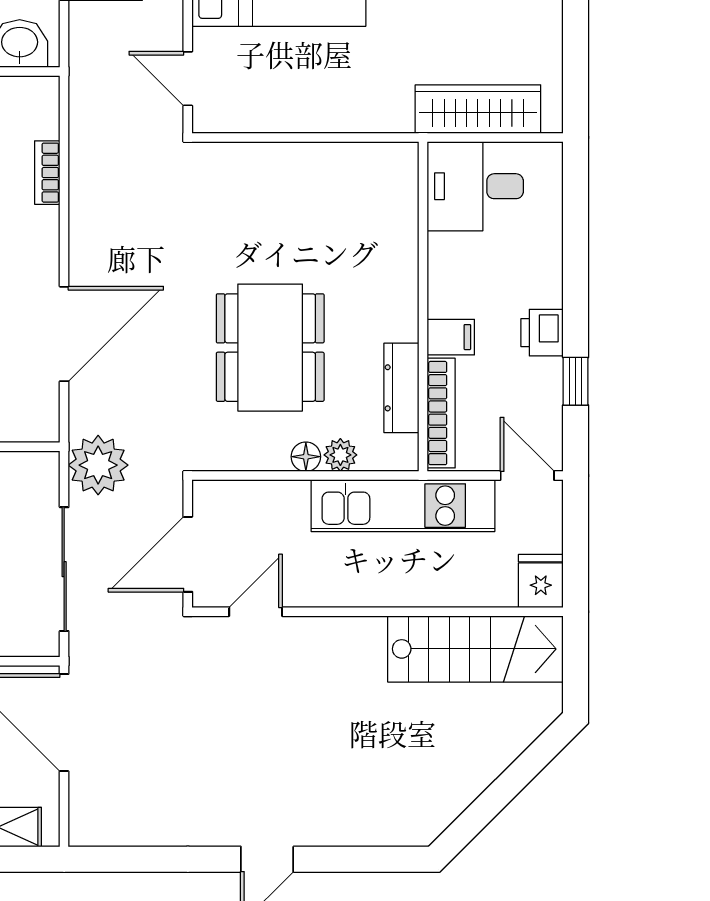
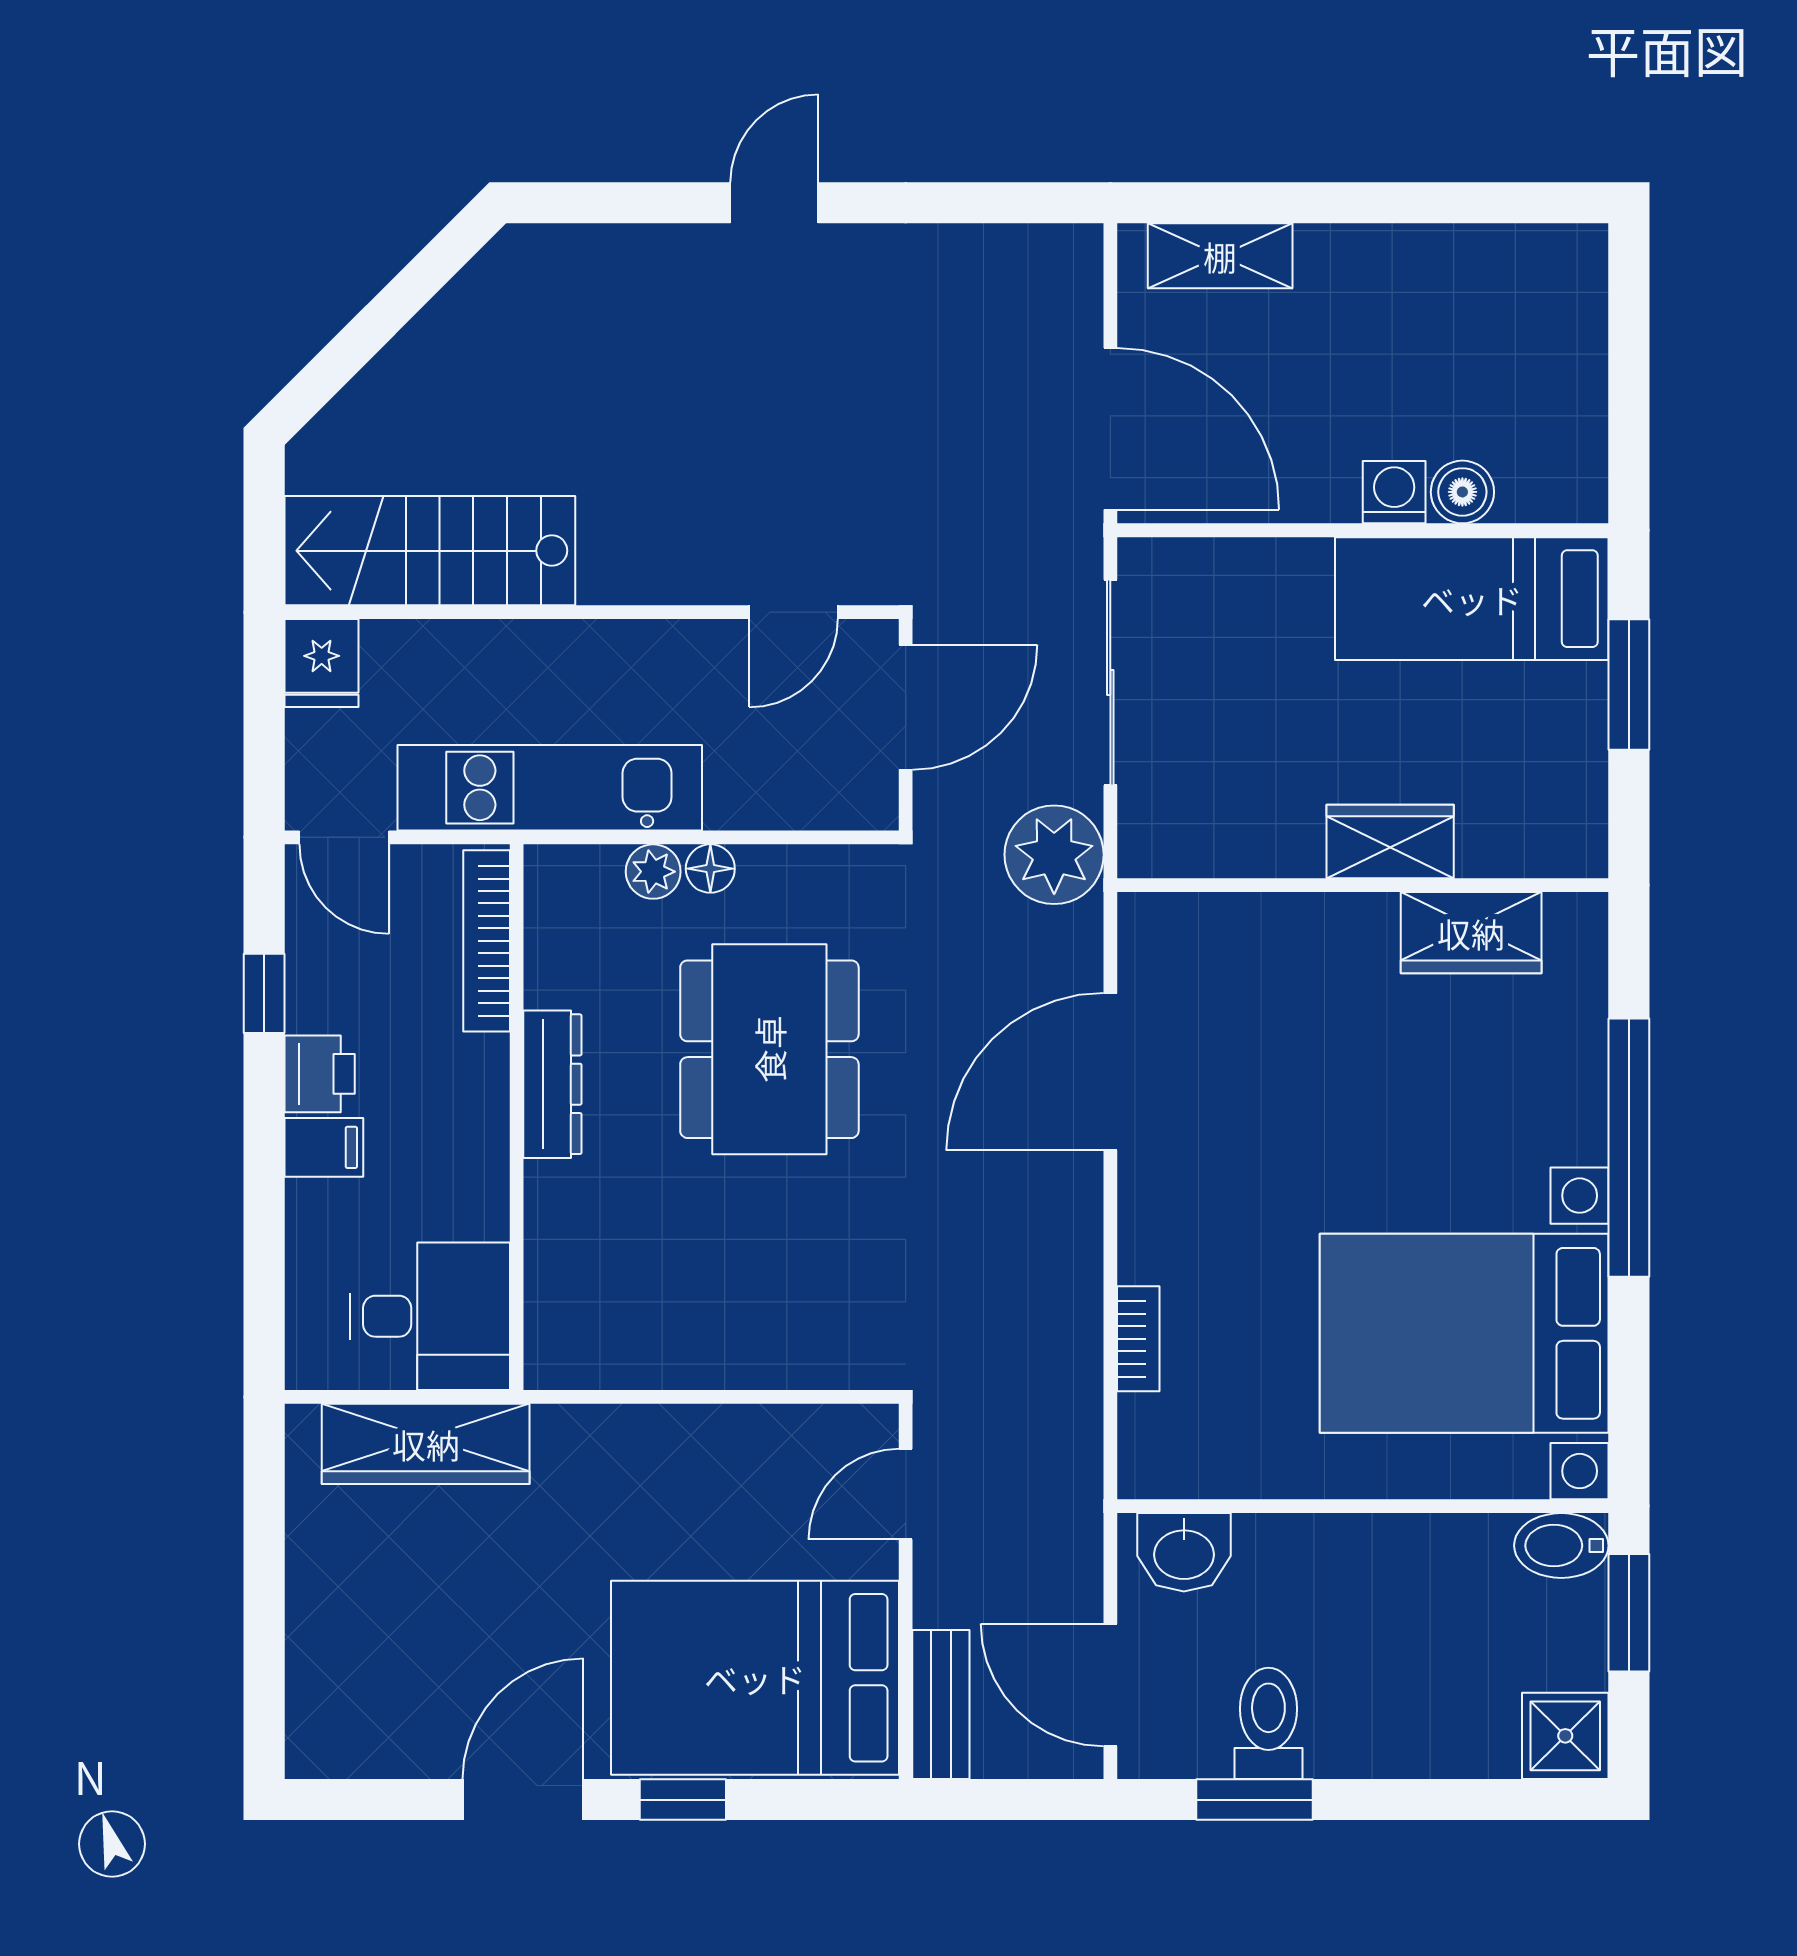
door: (188, 79) -> (906, 1494), swing flipped
filing cabinet: (451, 337) -> (324, 1147), moved, turned 180
dresser: (401, 388) -> (552, 1084), moved

